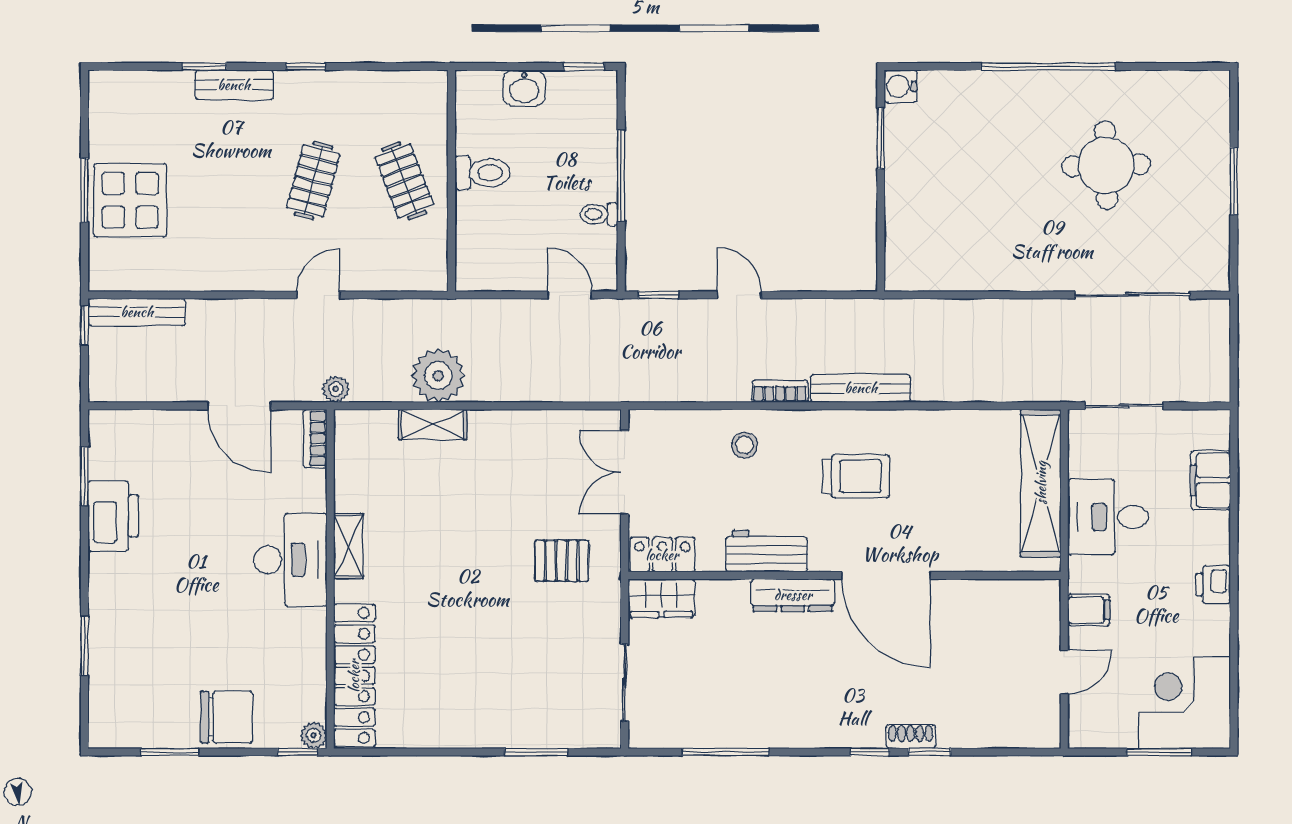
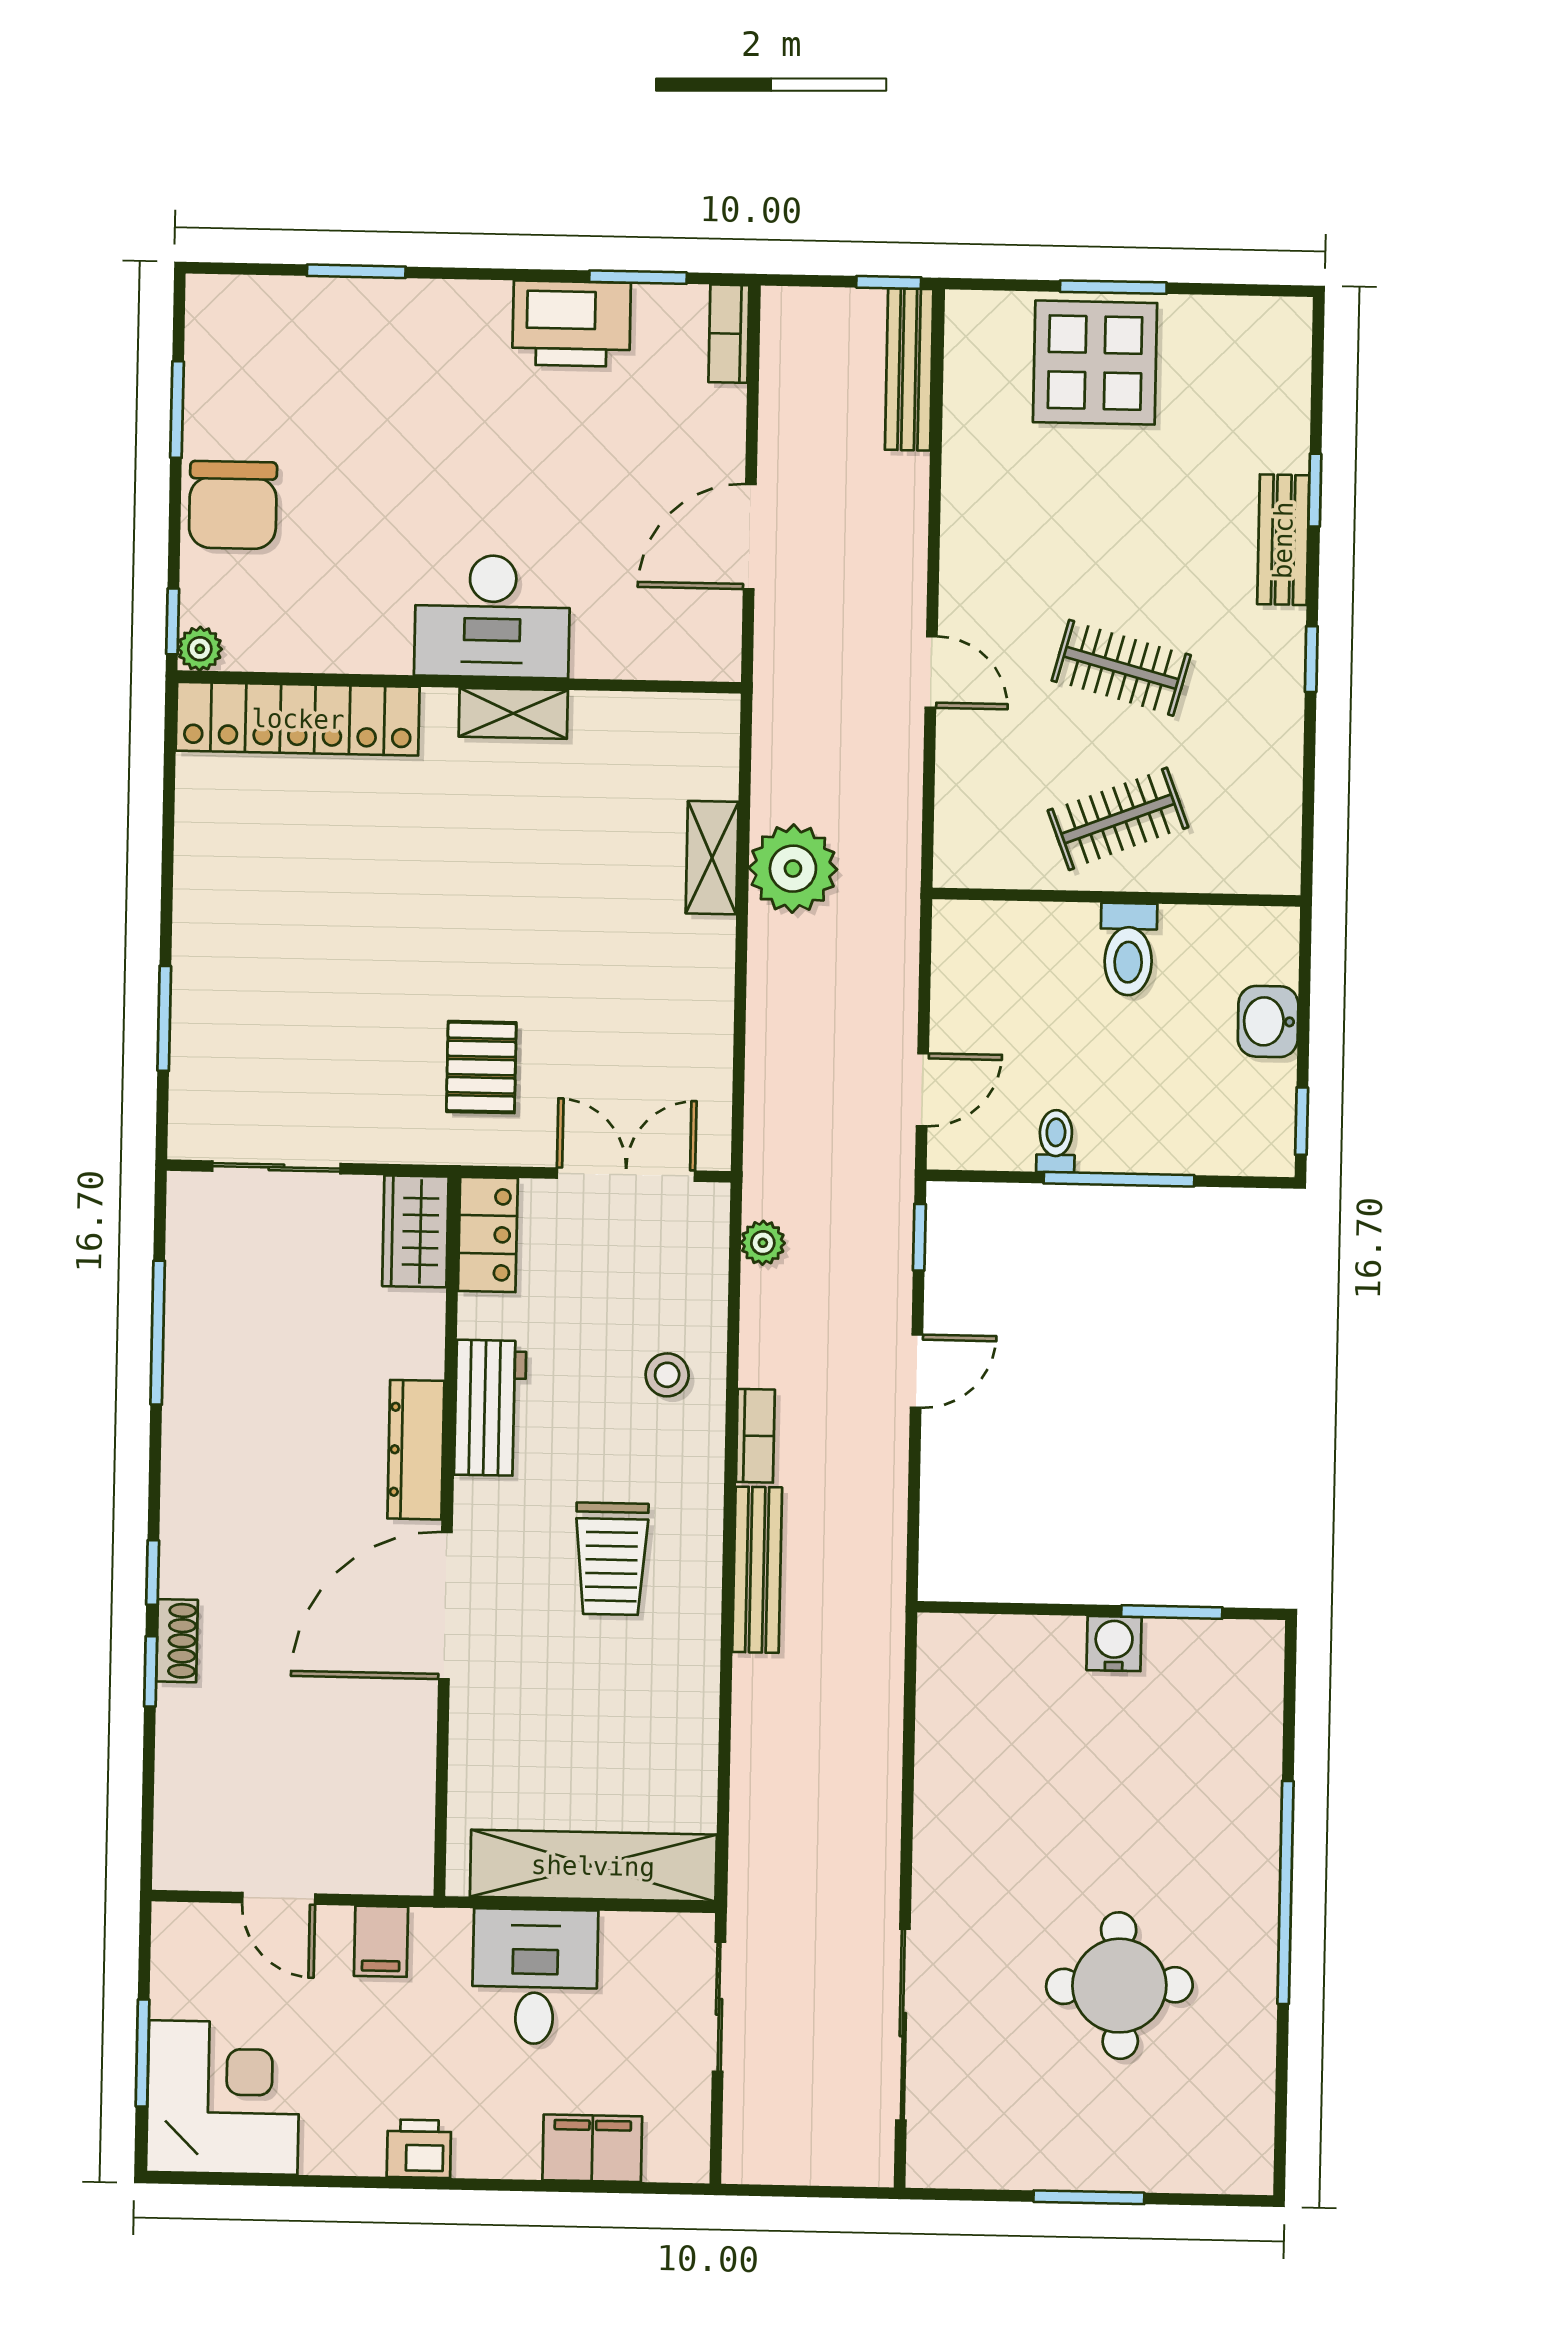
water cooler: (900, 86) -> (1114, 1644), moved
plant: (336, 389) -> (763, 1243), moved
bookcase: (315, 439) -> (729, 334), moved, turned -90

